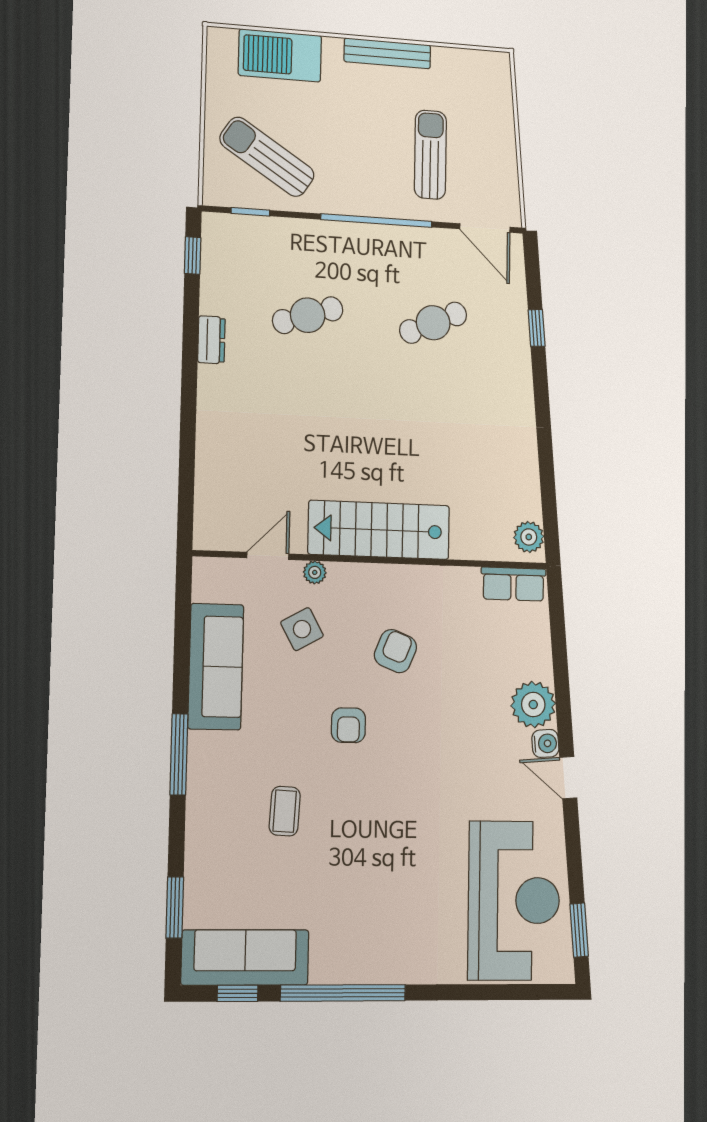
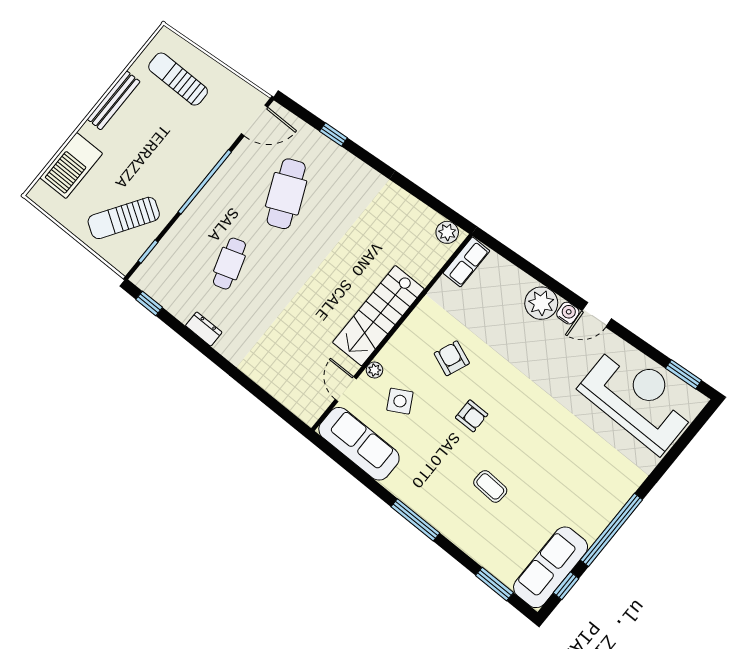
sun lounger: (430, 155) -> (178, 79), moved
cafe table: (433, 323) -> (286, 194), width x1.37, depth x1.35
sofa: (216, 667) -> (359, 444), moved

